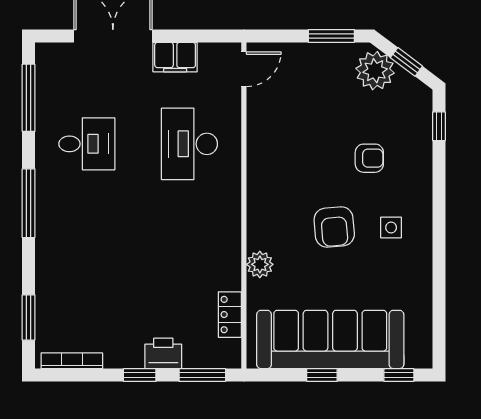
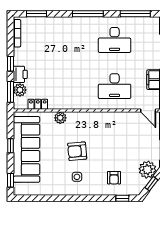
desk: (87, 144) -> (115, 40), width x1.37
desk: (189, 144) -> (115, 86), turned 180
armchair: (369, 158) -> (114, 178), moved
plant: (198, 354) -> (20, 90), added

